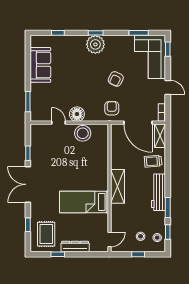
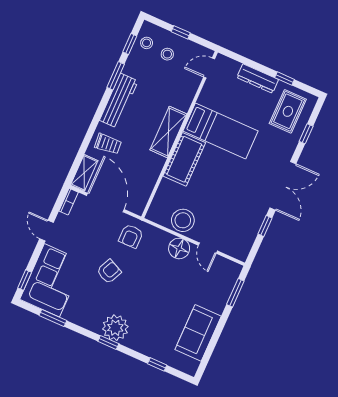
cot: (99, 173) -> (184, 159), added

